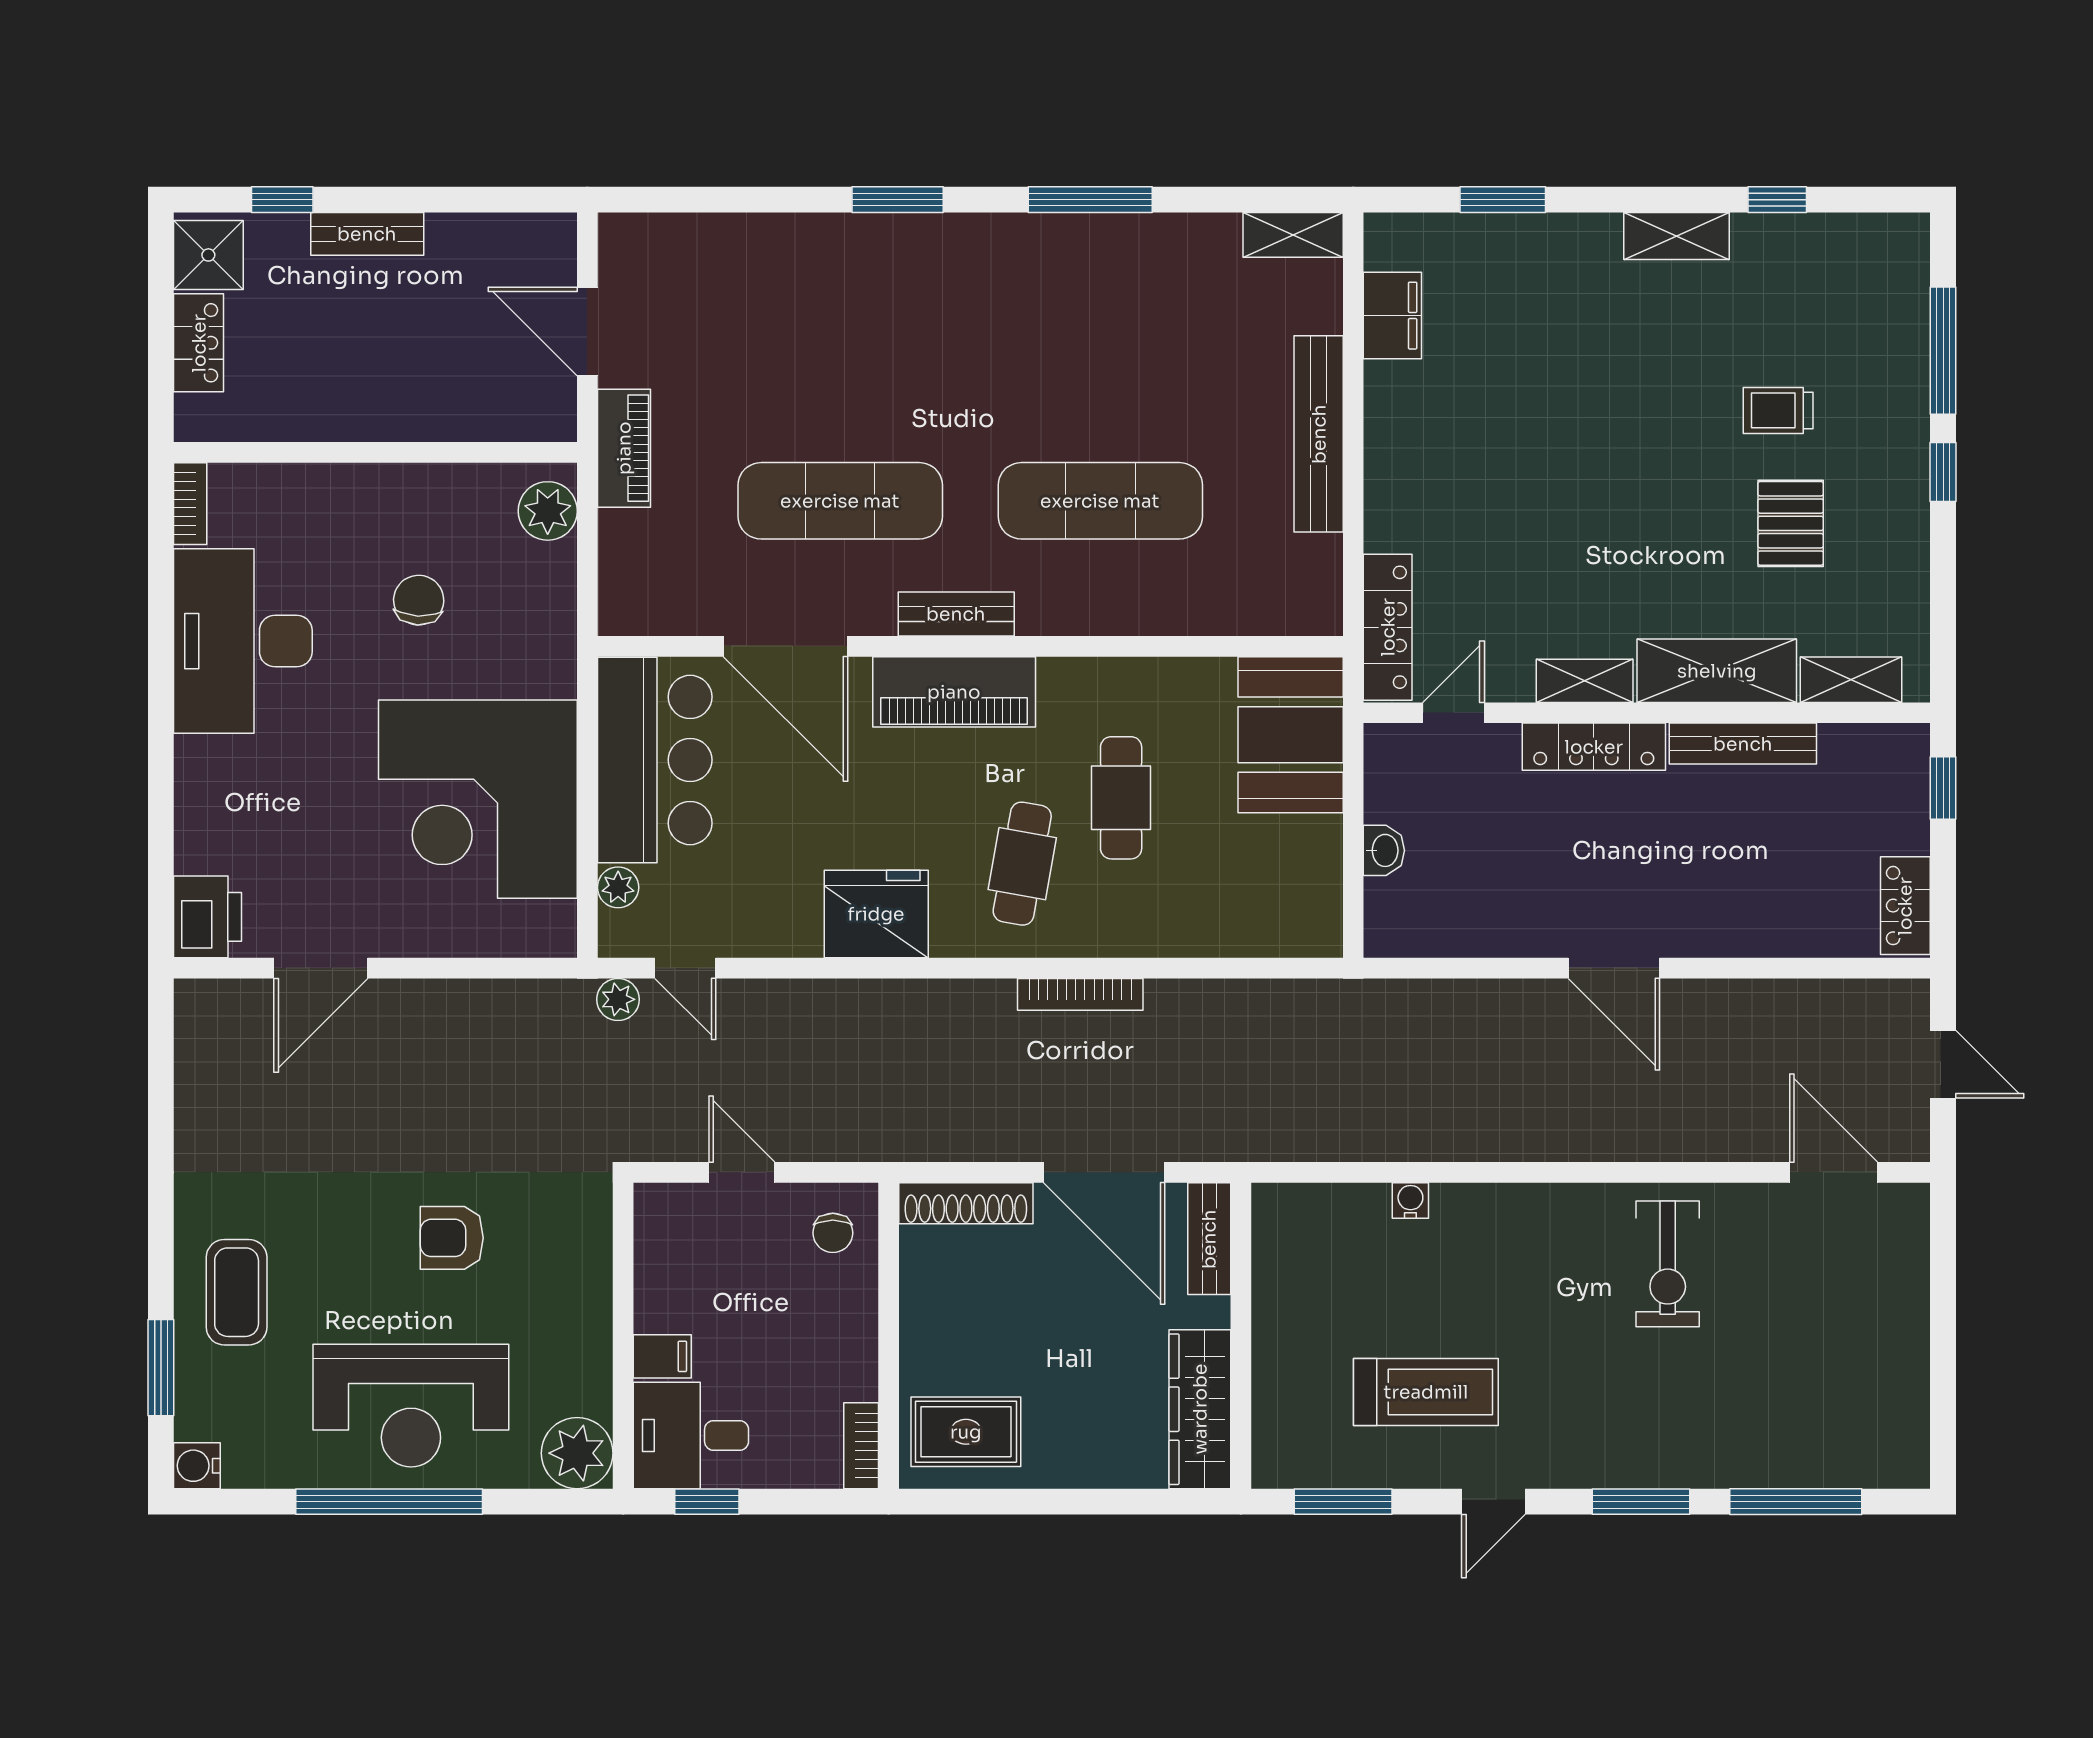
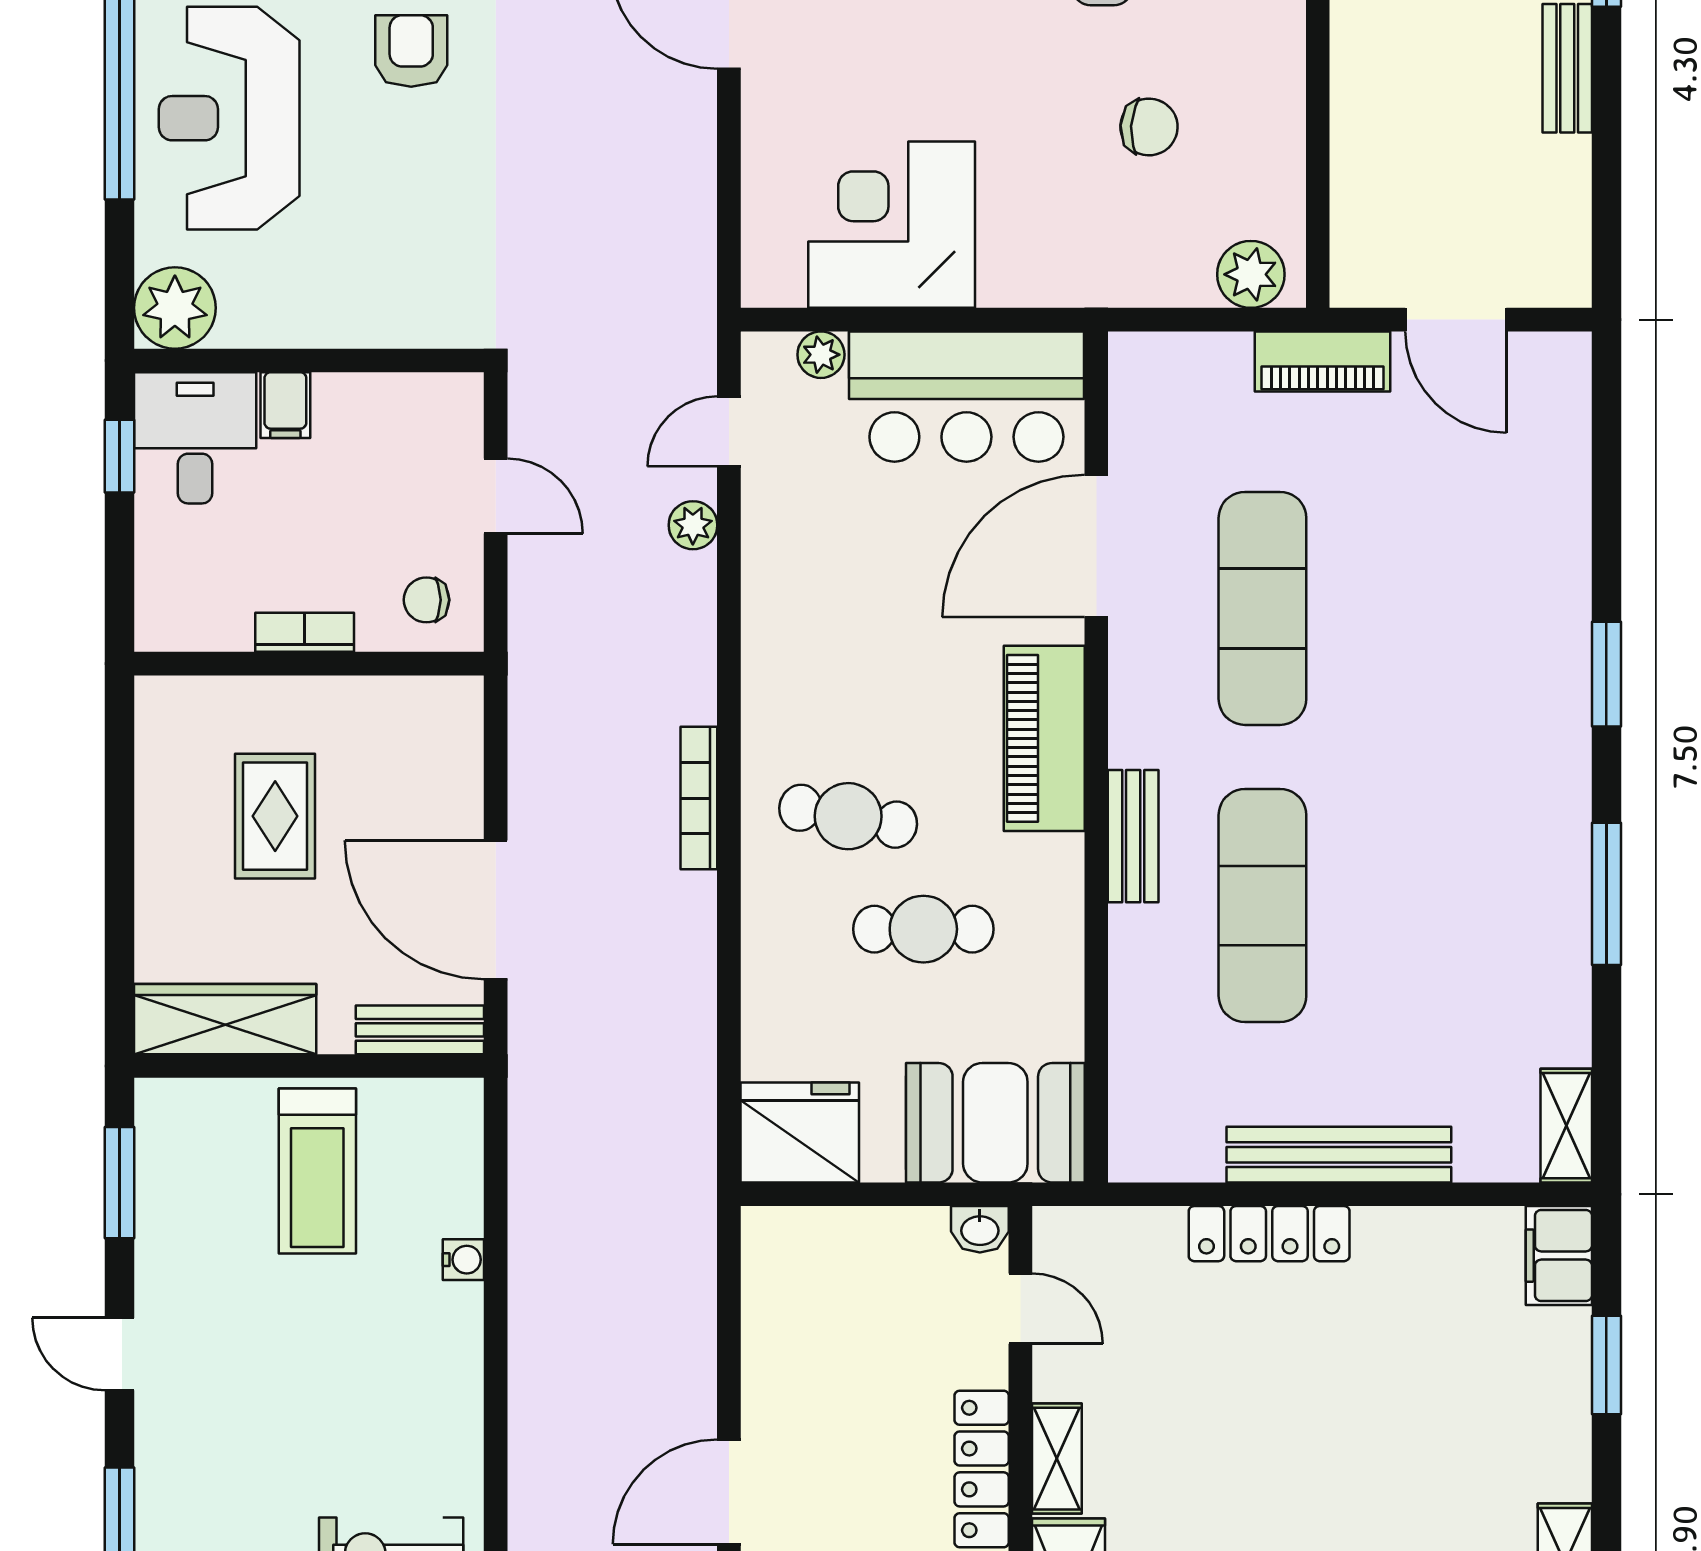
filing cabinet: (1392, 316) -> (1559, 1256), moved, turned 90
door: (587, 331) -> (1456, 320), swing flipped
bench: (956, 614) -> (1133, 836), moved
locker: (1388, 627) -> (1269, 1234), moved
corner desk: (478, 799) -> (892, 225), width x0.74, depth x0.74
washbasin: (1384, 850) -> (980, 1229), moved
fridge: (876, 914) -> (800, 1132), moved, turned -90
bookcase: (1080, 994) -> (699, 798), moved
plant: (618, 999) -> (693, 525), moved
door: (742, 1172) -> (496, 496), hinge flipped
door: (1104, 1172) -> (496, 910), hinge flipped
shoe rack: (966, 1203) -> (460, 752), removed
armchair: (452, 1238) -> (411, 51), moved
treadmill: (1426, 1392) -> (317, 1171), moved
rug: (966, 1432) -> (275, 816), moved
bookcase: (861, 1446) -> (305, 632), moved

